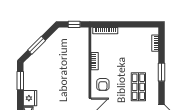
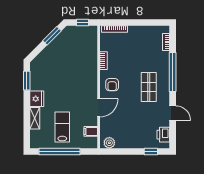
window: (37, 45) -> (52, 36), moved
window: (161, 72) -> (173, 72), width x2.11

